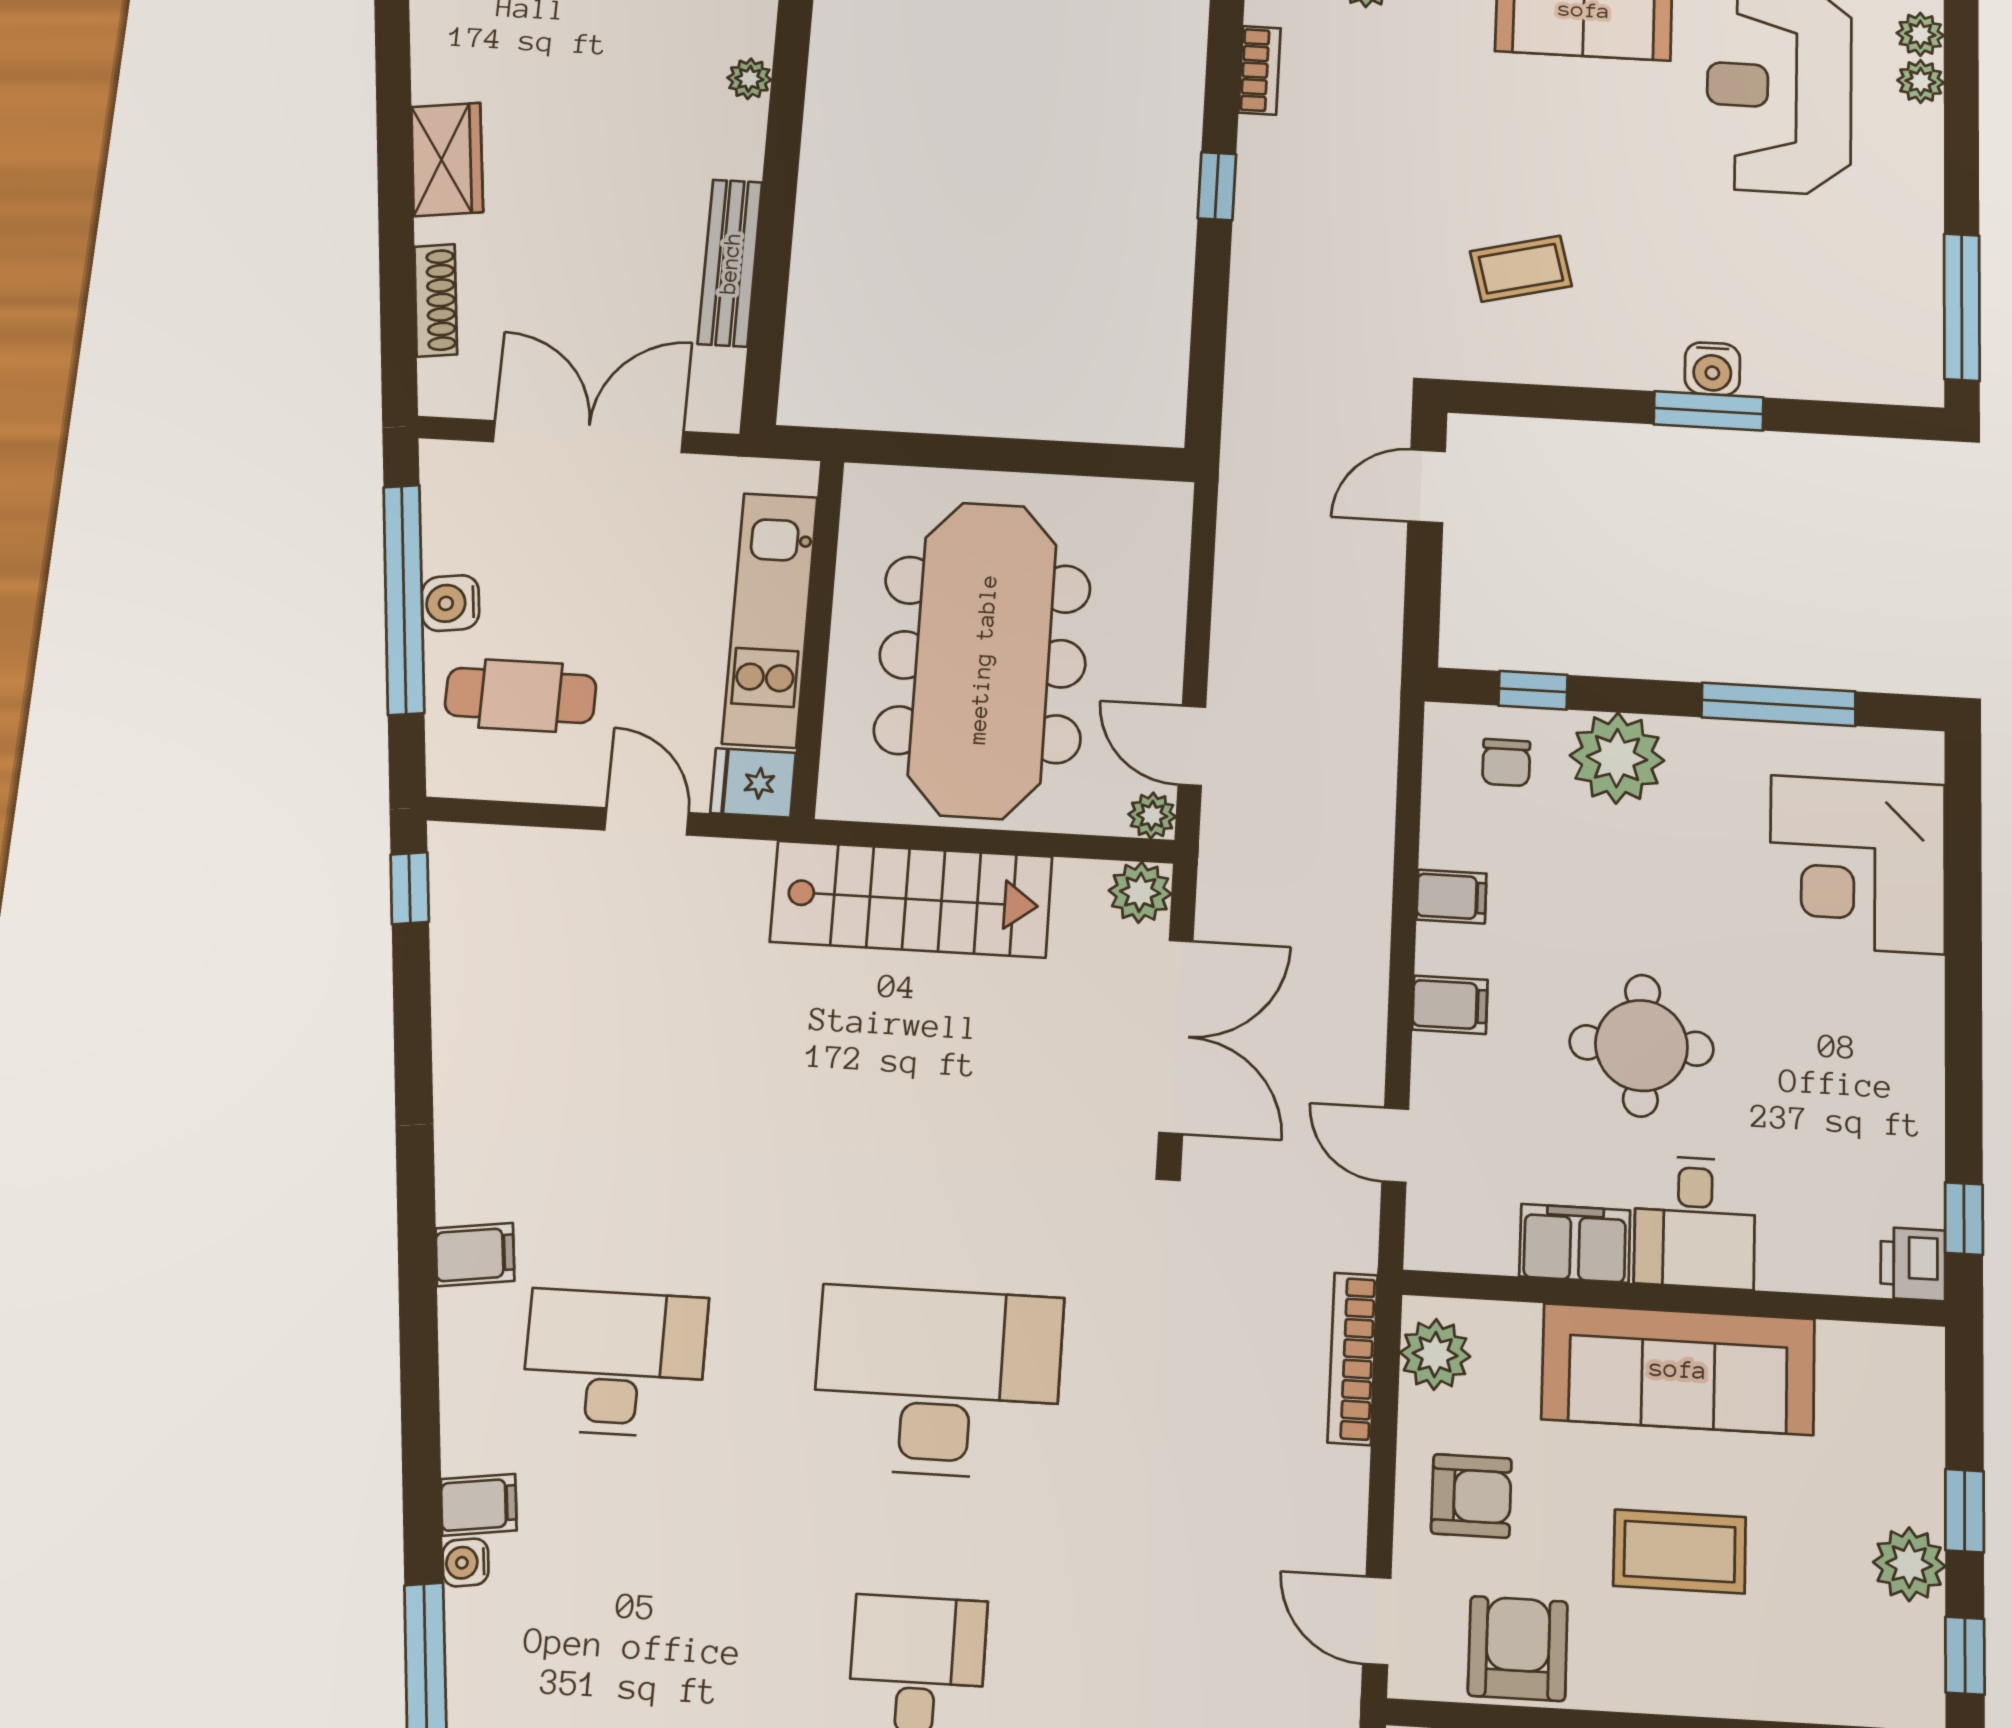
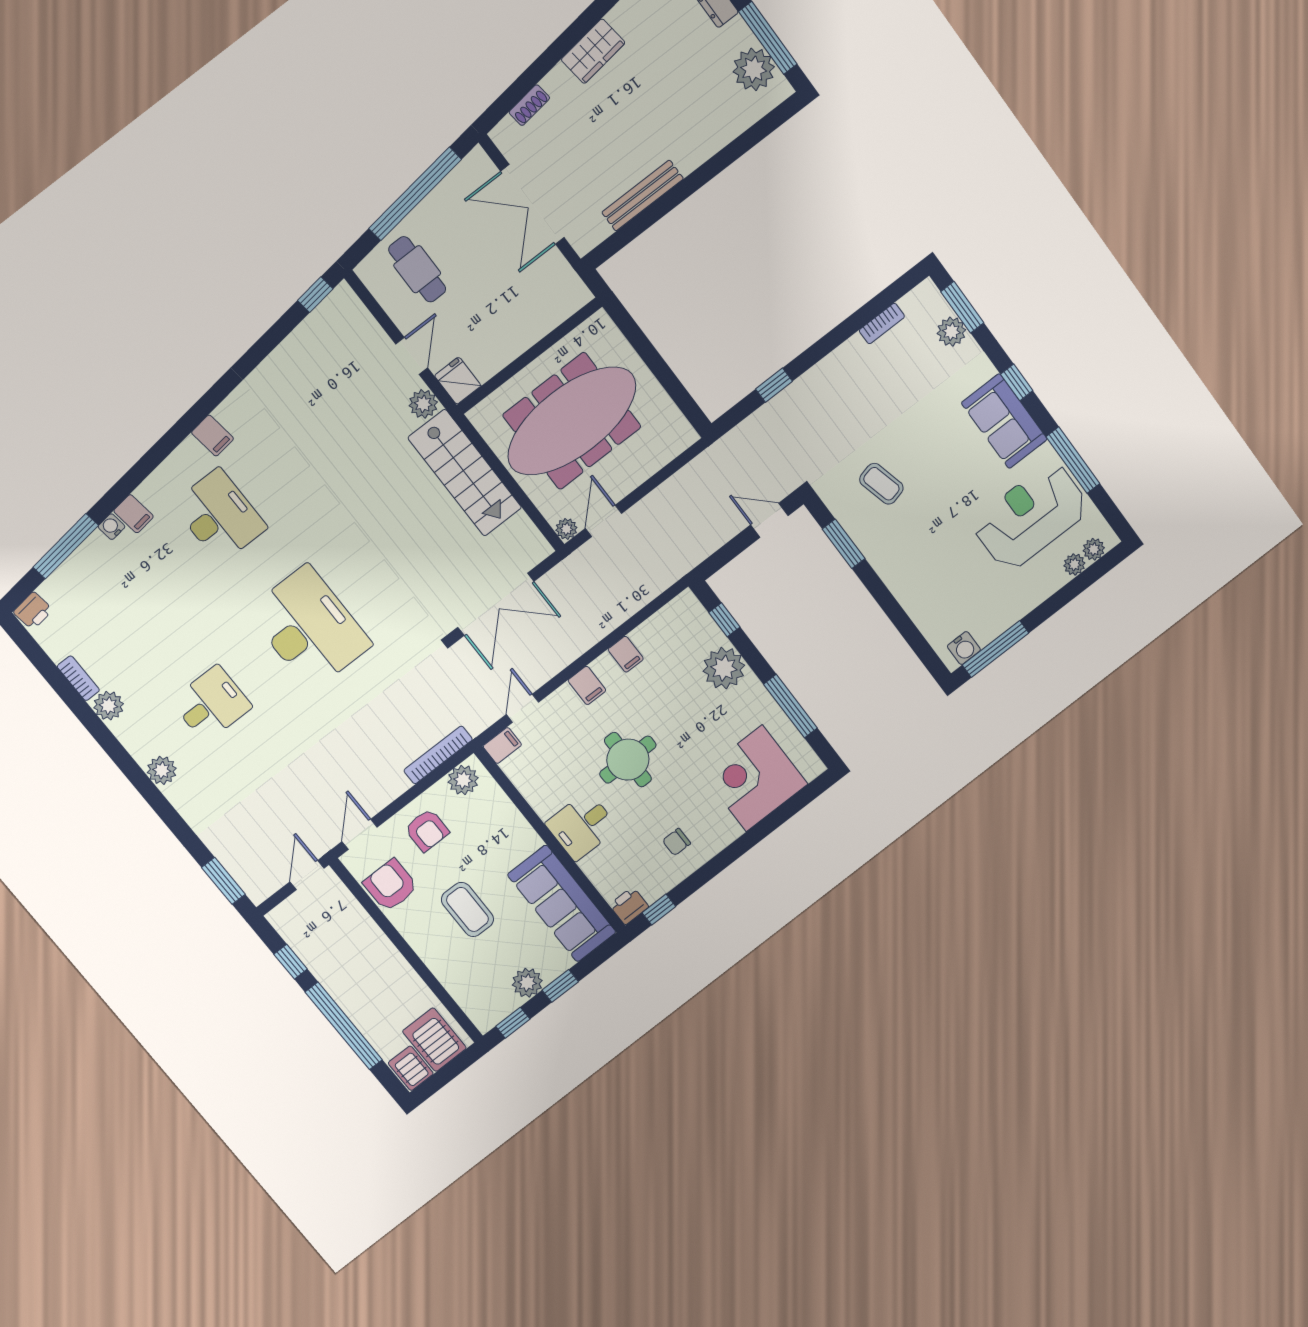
plant: (749, 79) -> (721, 137), removed
window: (1217, 186) -> (774, 385), moved
shoe rack: (436, 300) -> (529, 105), width x0.70
water cooler: (1712, 369) -> (964, 648), moved, turned -90
window: (1709, 411) -> (844, 544), moved
double door: (588, 437) -> (533, 204), swing flipped
water cooler: (450, 603) -> (428, 212), removed
kitchen unit: (770, 620) -> (522, 333), removed
chair: (1506, 762) -> (676, 842), moved
plant: (1140, 892) -> (423, 404), moved
filing cabinet: (1575, 1243) -> (502, 745), moved, width x0.50
sofa: (1678, 1369) -> (562, 904), moved
armchair: (1518, 1649) -> (391, 885), turned -90

